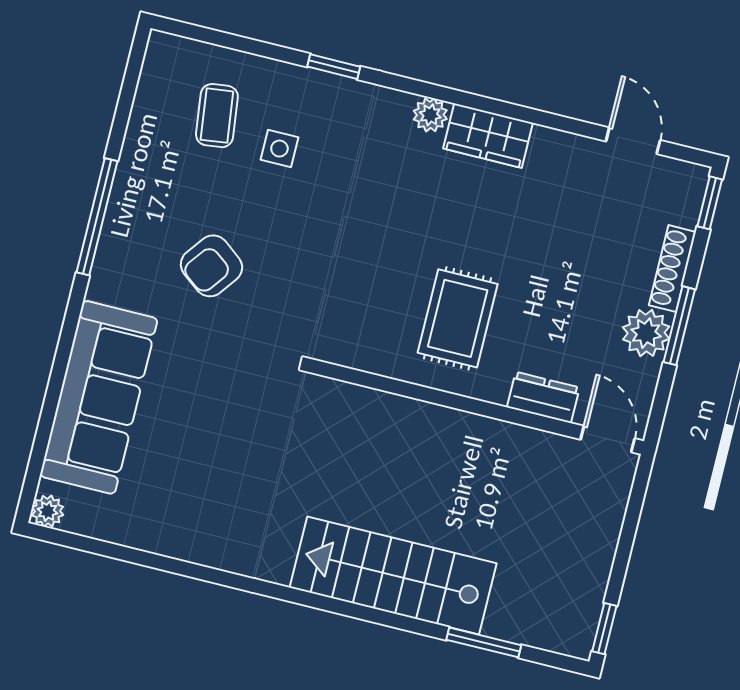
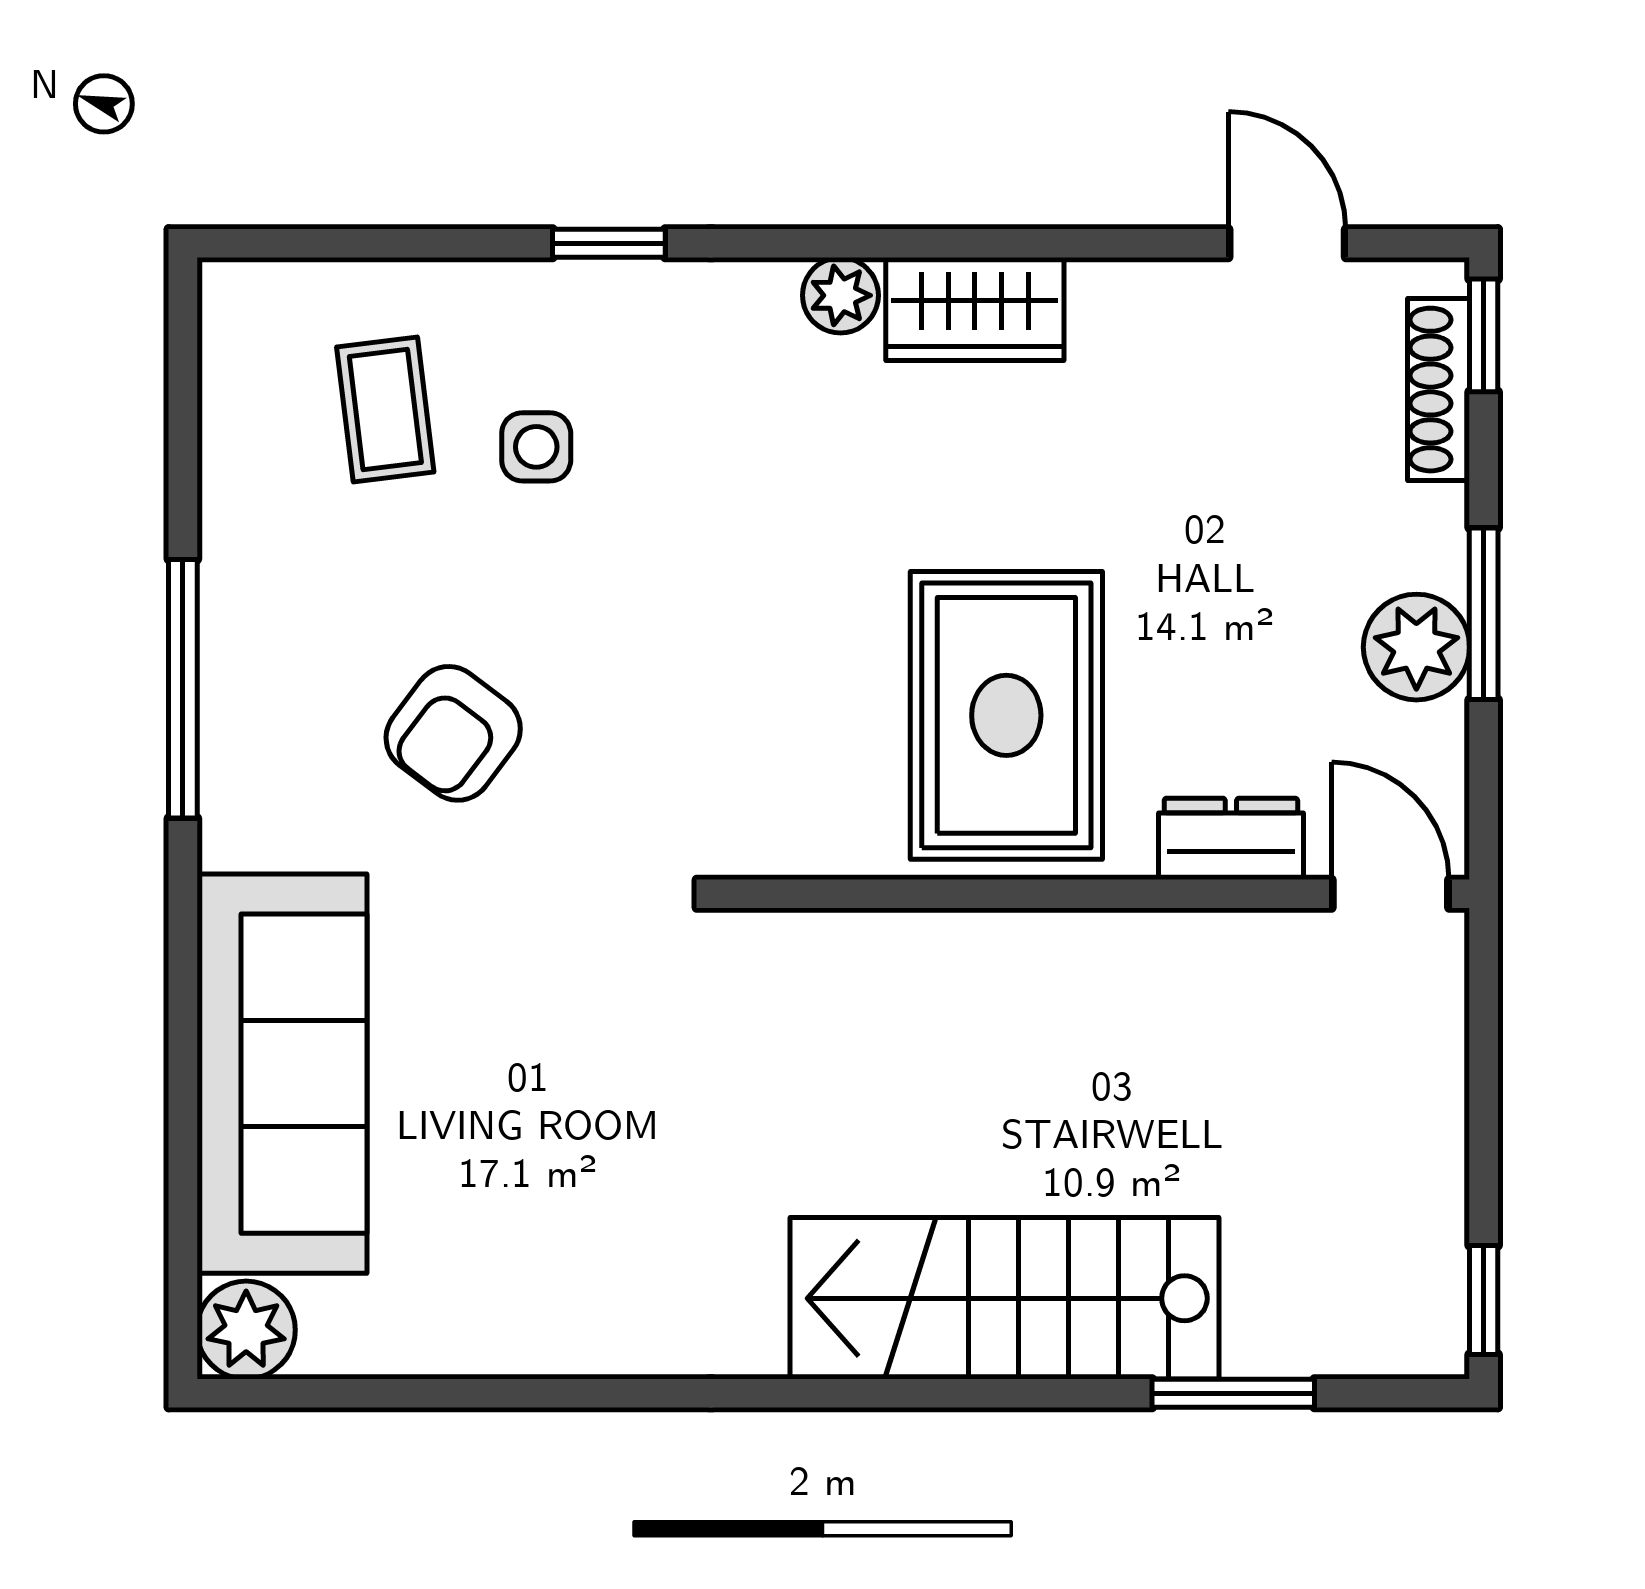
shoe rack: (672, 269) -> (1439, 390), moved
rug: (458, 318) -> (1006, 715), width x1.36, depth x1.43
plant: (48, 511) -> (246, 1330), width x1.38, depth x1.38

